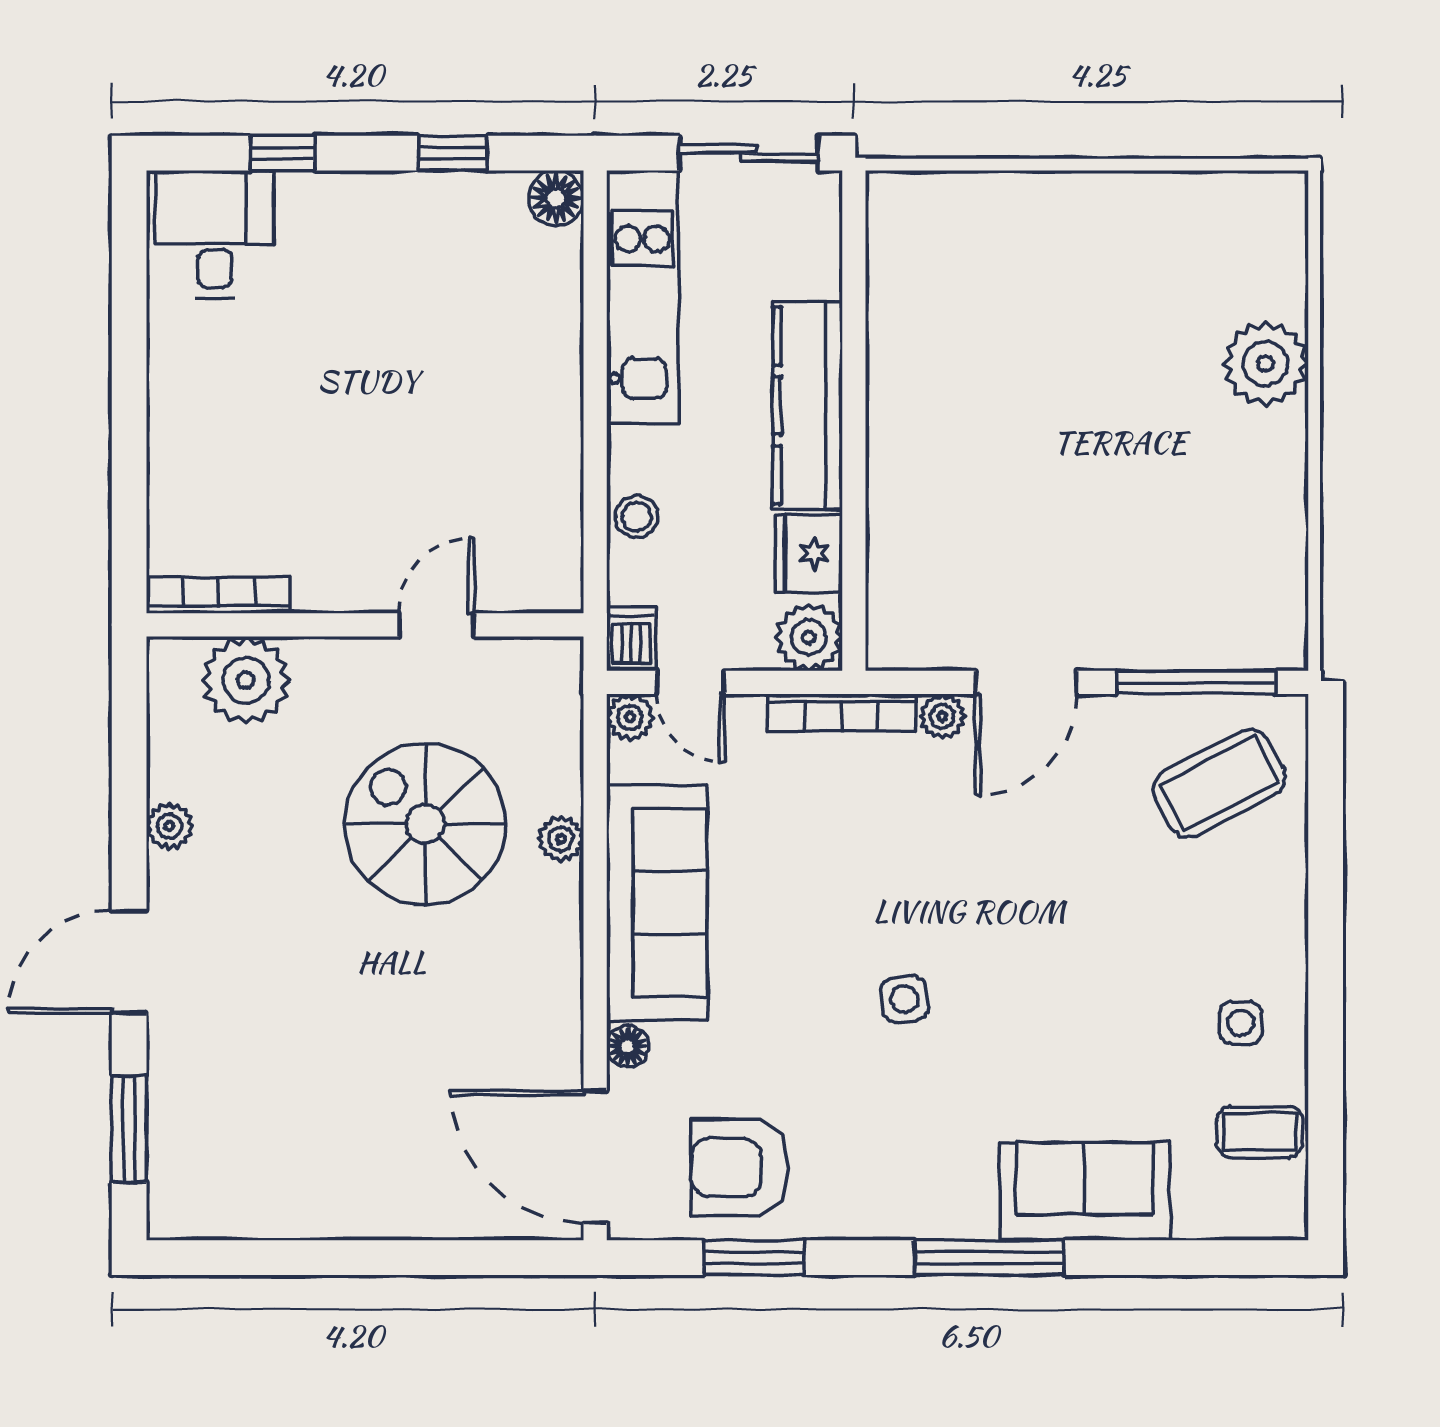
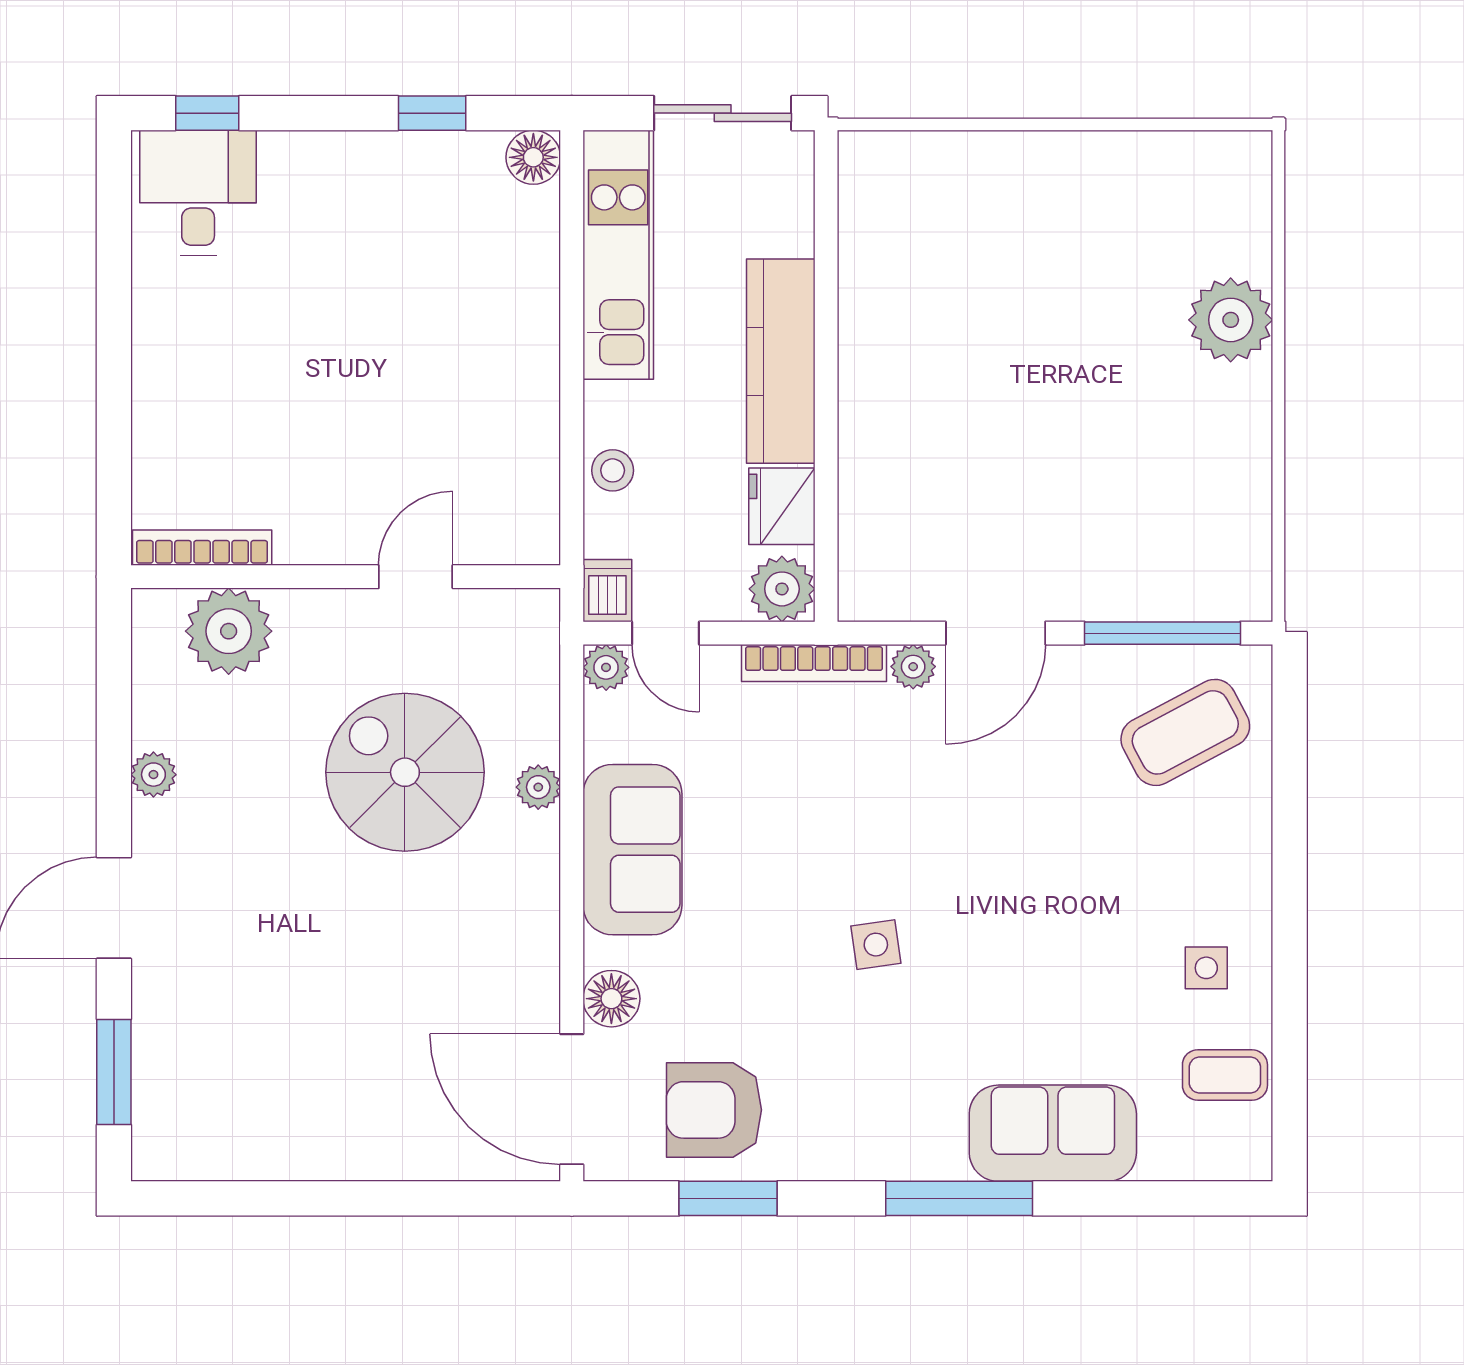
window: (282, 153) -> (207, 113), moved
sofa: (657, 903) -> (632, 850), width x0.73
floor lamp: (628, 1046) -> (611, 999), width x1.37, depth x1.37

